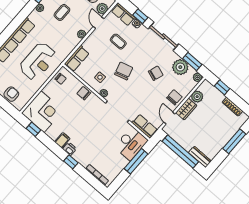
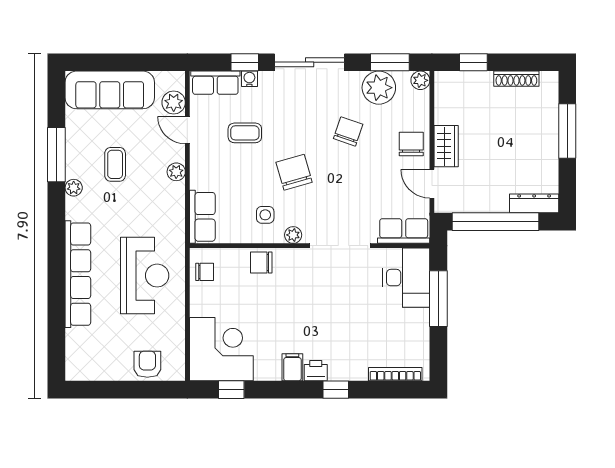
plant: (197, 97) -> (446, 111), removed

